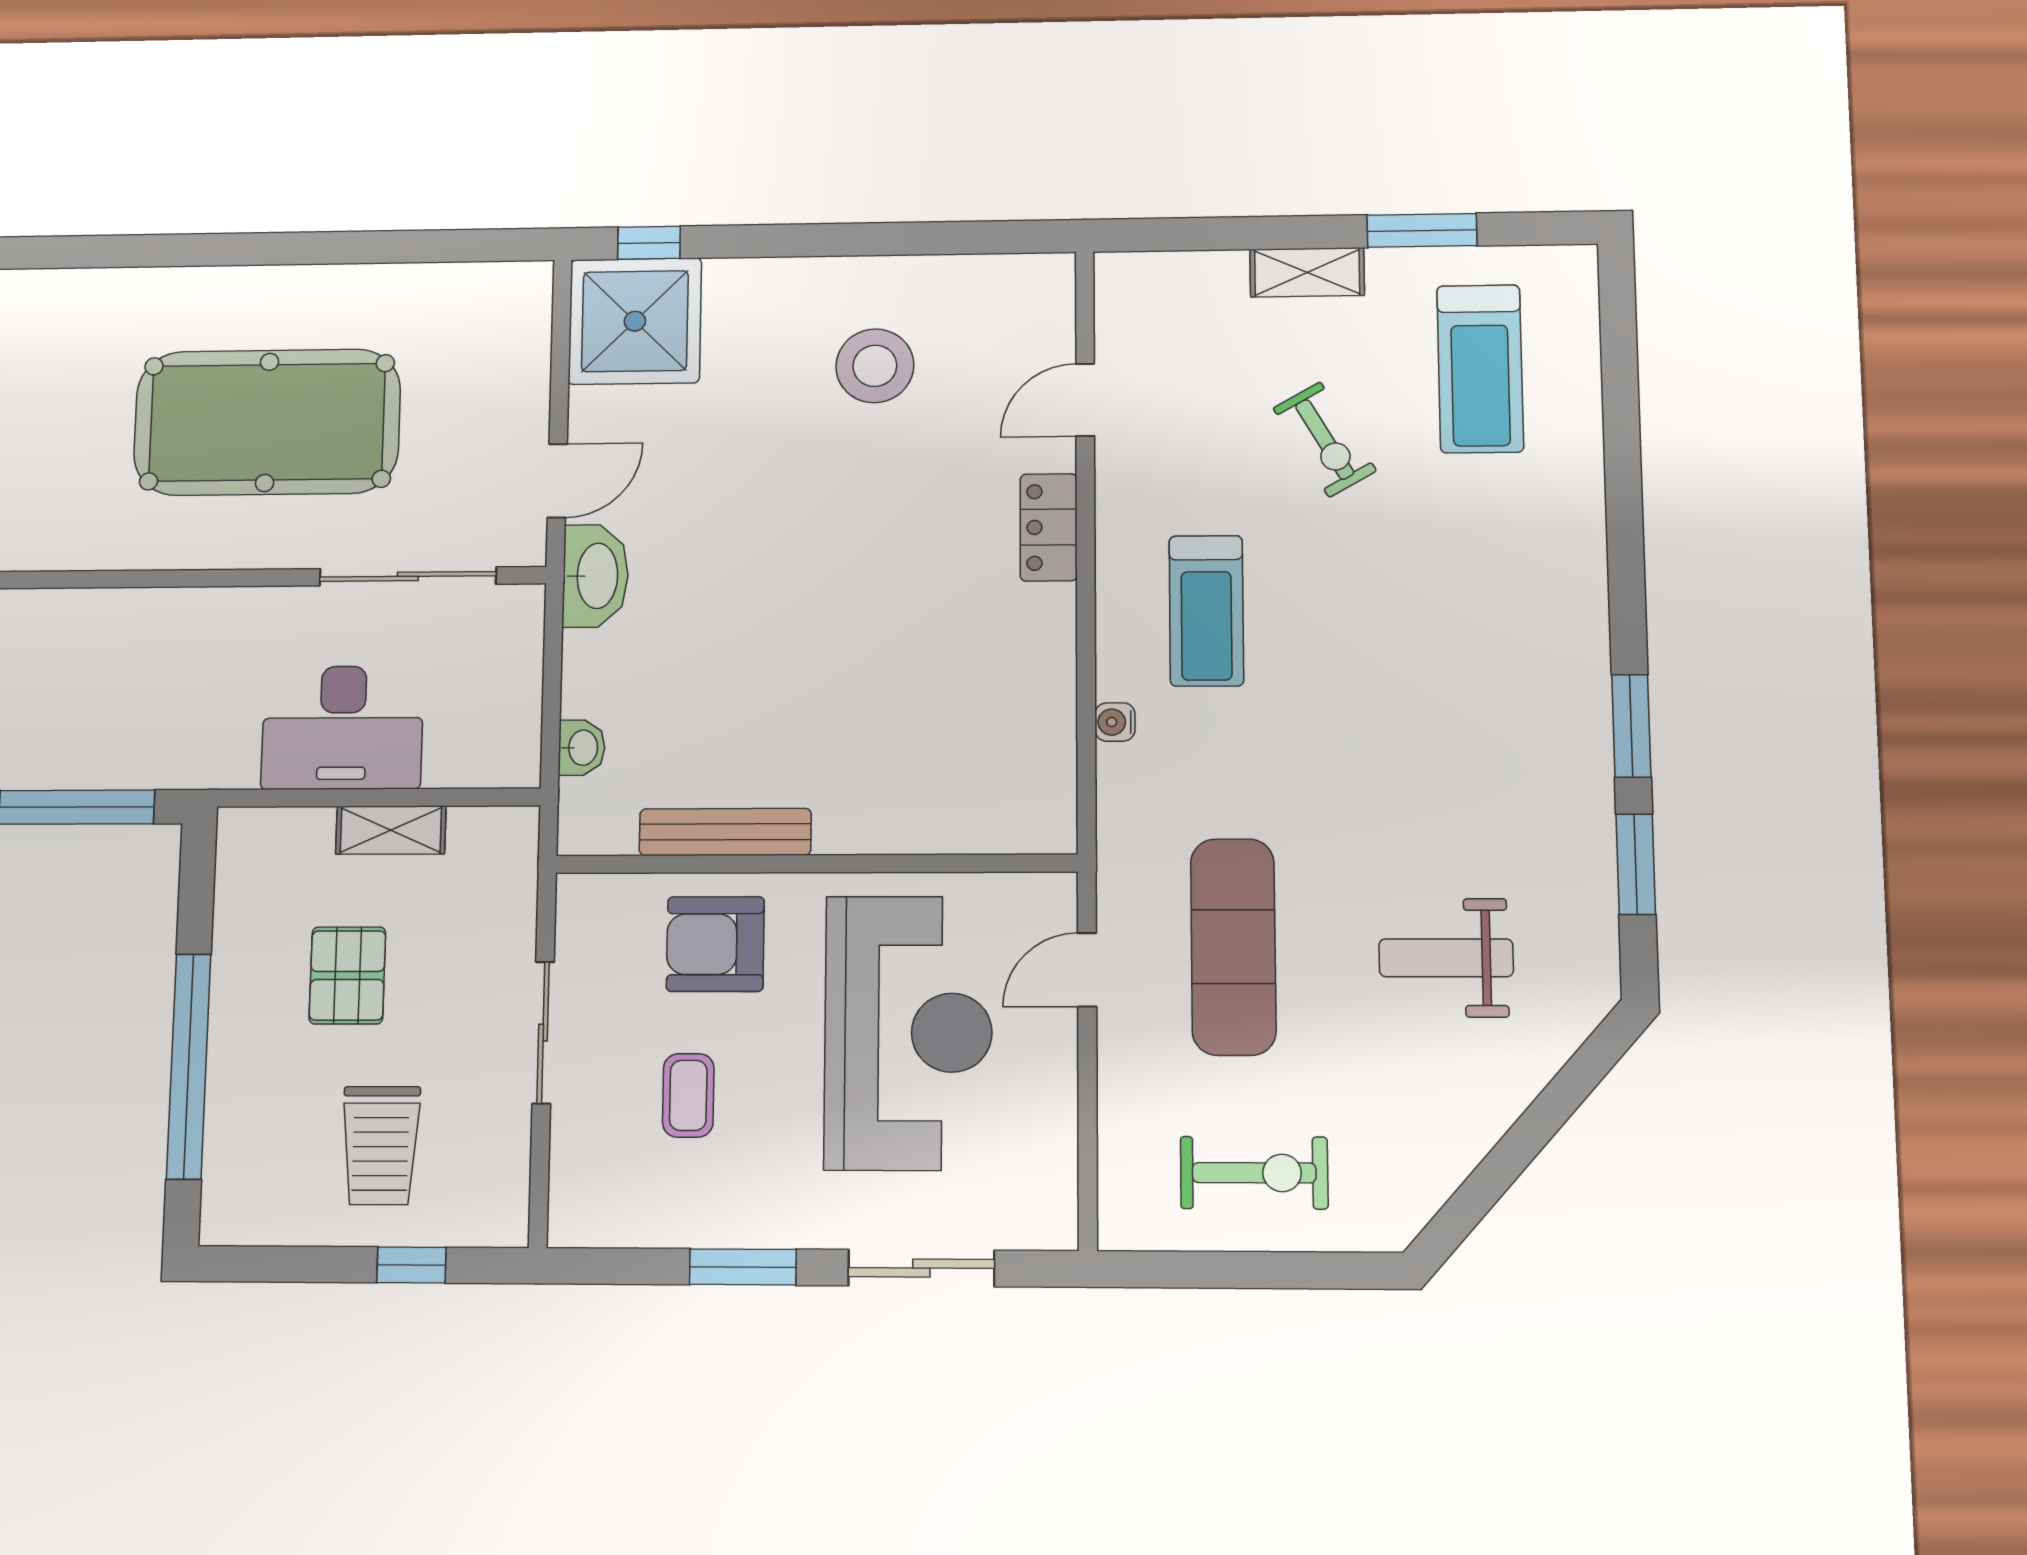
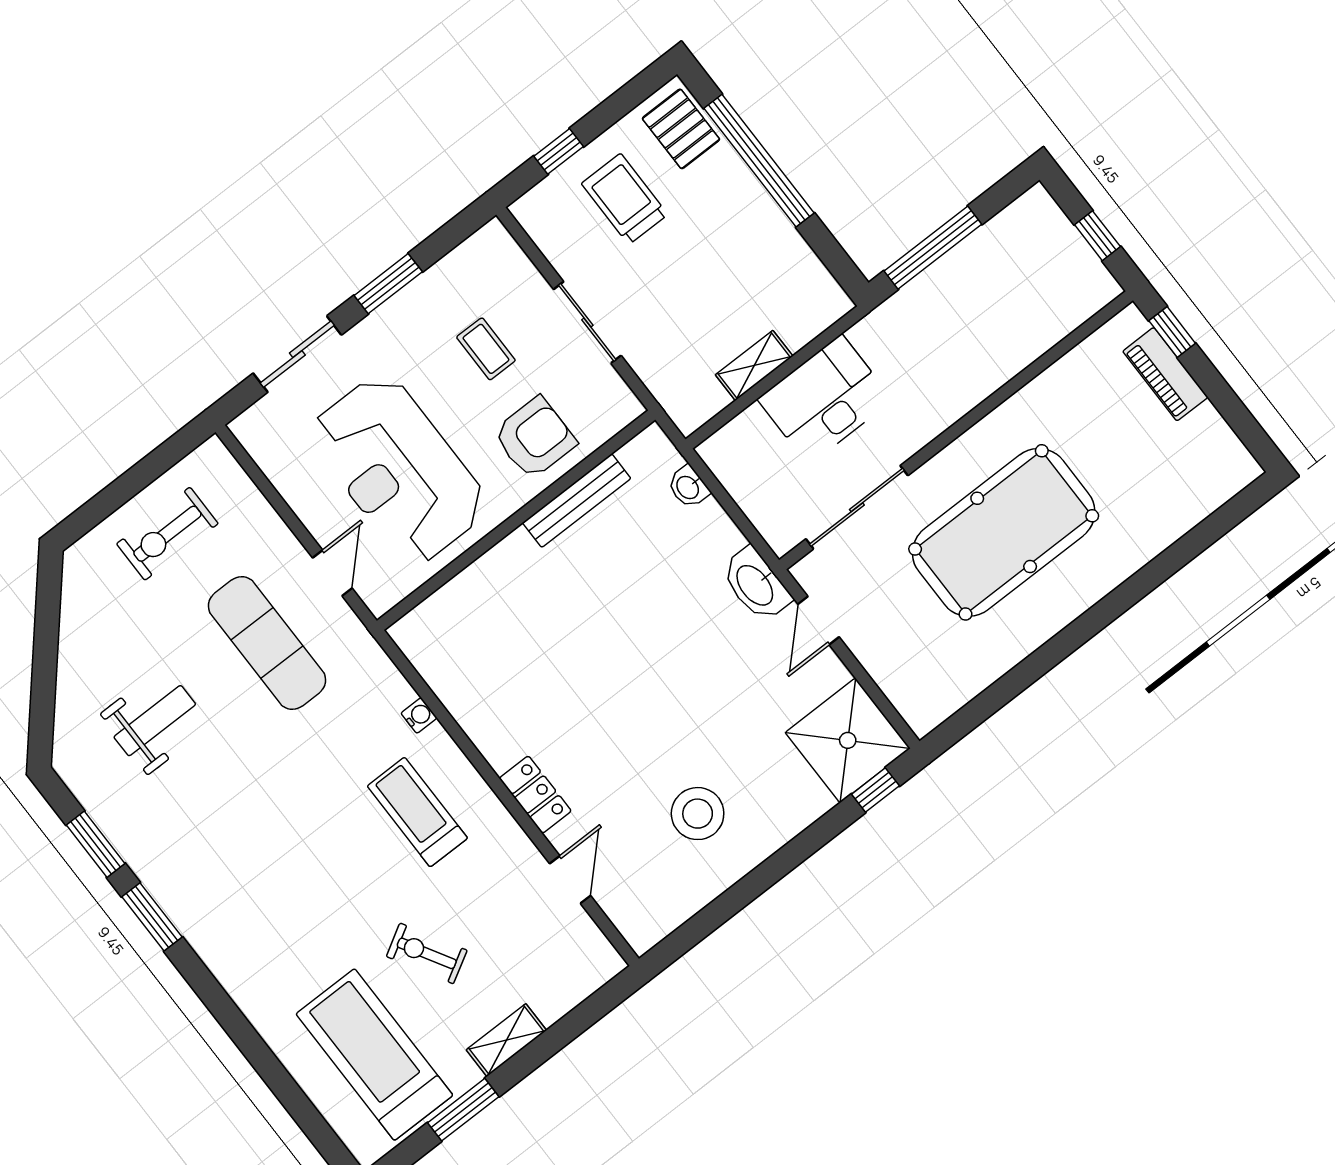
treadmill: (1480, 369) -> (374, 1055), width x1.37, depth x1.38
pallet: (347, 975) -> (681, 129), moved

